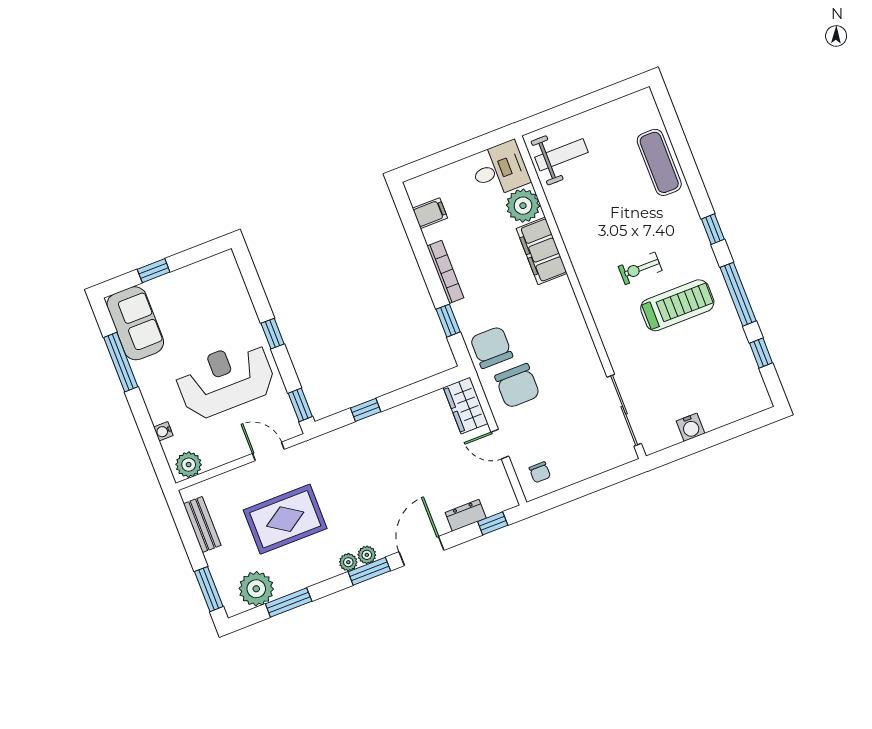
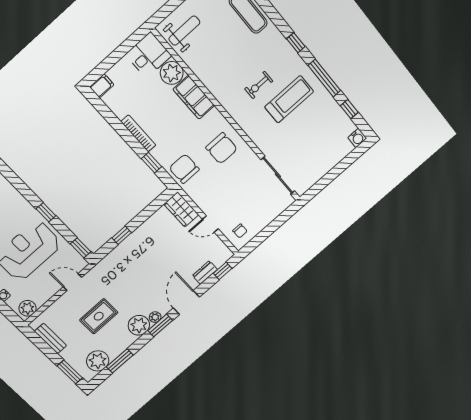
filing cabinet: (430, 213) -> (102, 86), moved
chair: (517, 386) -> (222, 148), moved
water cooler: (691, 427) -> (357, 138), moved
rug: (285, 519) -> (99, 316), width x0.73, depth x0.70
plant: (348, 562) -> (139, 325), width x1.88, depth x1.88

